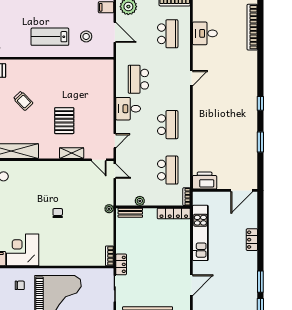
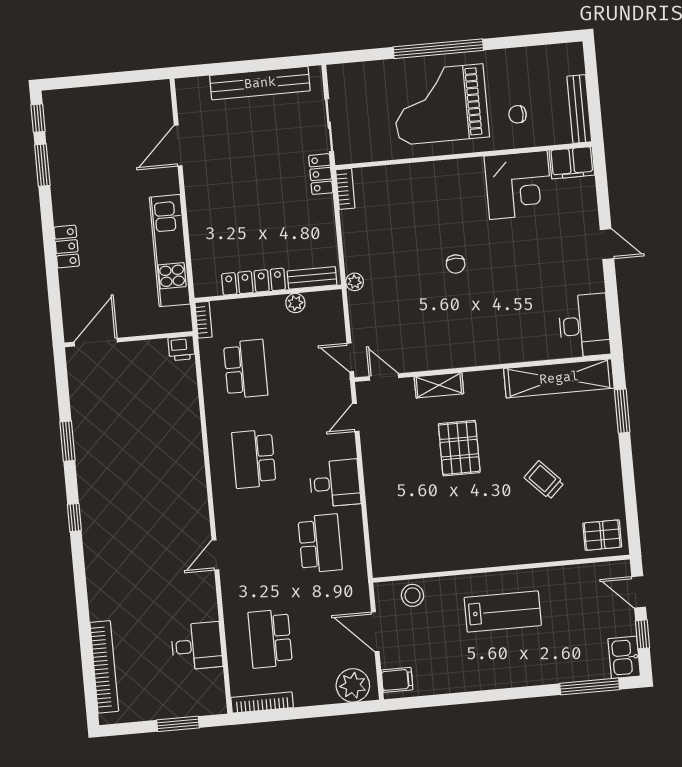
stool: (86, 36) -> (412, 595), moved
school desk: (168, 170) -> (246, 369), turned 180
printer: (205, 181) -> (181, 348), width x0.53, depth x0.68
locker: (174, 214) -> (254, 282), moved

